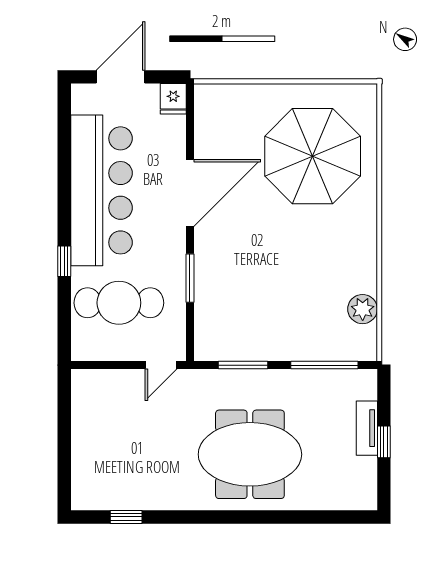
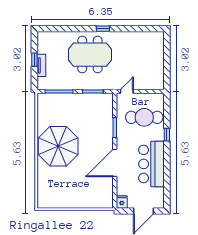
parasol: (313, 156) -> (58, 146), moved
bar counter: (101, 190) -> (151, 164), width x0.73
plant: (363, 309) -> (43, 115), removed
window: (126, 517) -> (103, 29), moved

